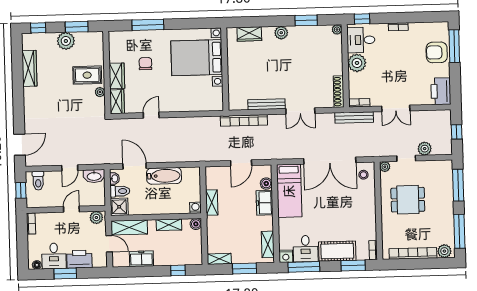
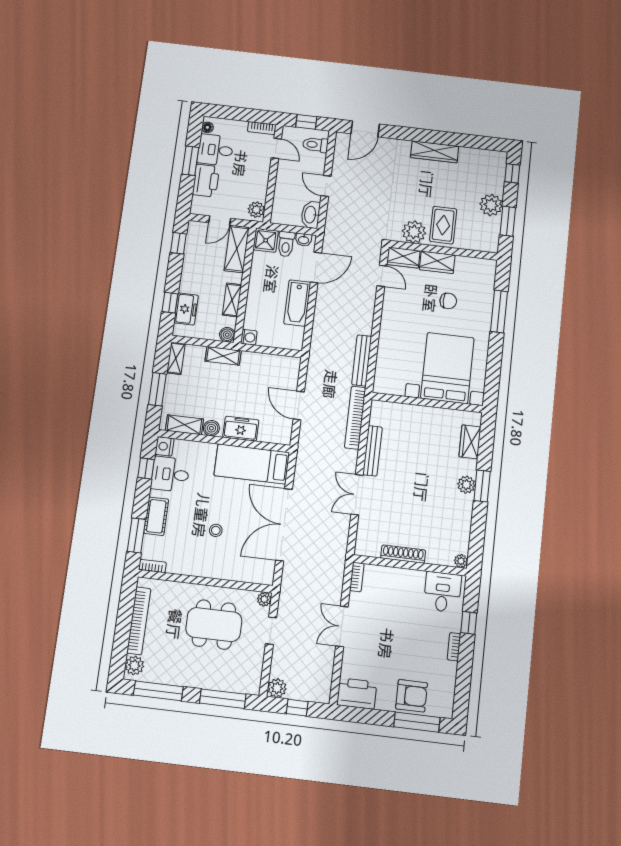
window: (362, 19) -> (469, 623), moved
window: (306, 20) -> (482, 486), moved
armchair: (437, 52) -> (412, 696), turned 90
plant: (357, 63) -> (412, 582), removed
wardrobe: (29, 68) -> (435, 152), moved
plant: (100, 92) -> (414, 232), width x1.88, depth x1.88
shoe rack: (339, 92) -> (403, 554), moved
door: (151, 115) -> (382, 276), moved
bench: (354, 117) -> (362, 360), moved
door: (20, 145) -> (365, 129), hinge flipped
plant: (425, 149) -> (277, 688), moved
stool: (363, 175) -> (216, 530), moved
boiler: (266, 184) -> (211, 428), moved
dining table: (408, 200) -> (214, 625), width x1.38
shelving: (212, 203) -> (223, 356), moved
door: (71, 209) -> (276, 148), moved
cot: (337, 251) -> (156, 516), width x0.73, depth x0.75
freezer: (141, 259) -> (186, 309), moved
window: (304, 267) -> (146, 468), width x0.46
window: (131, 272) -> (178, 243), added

